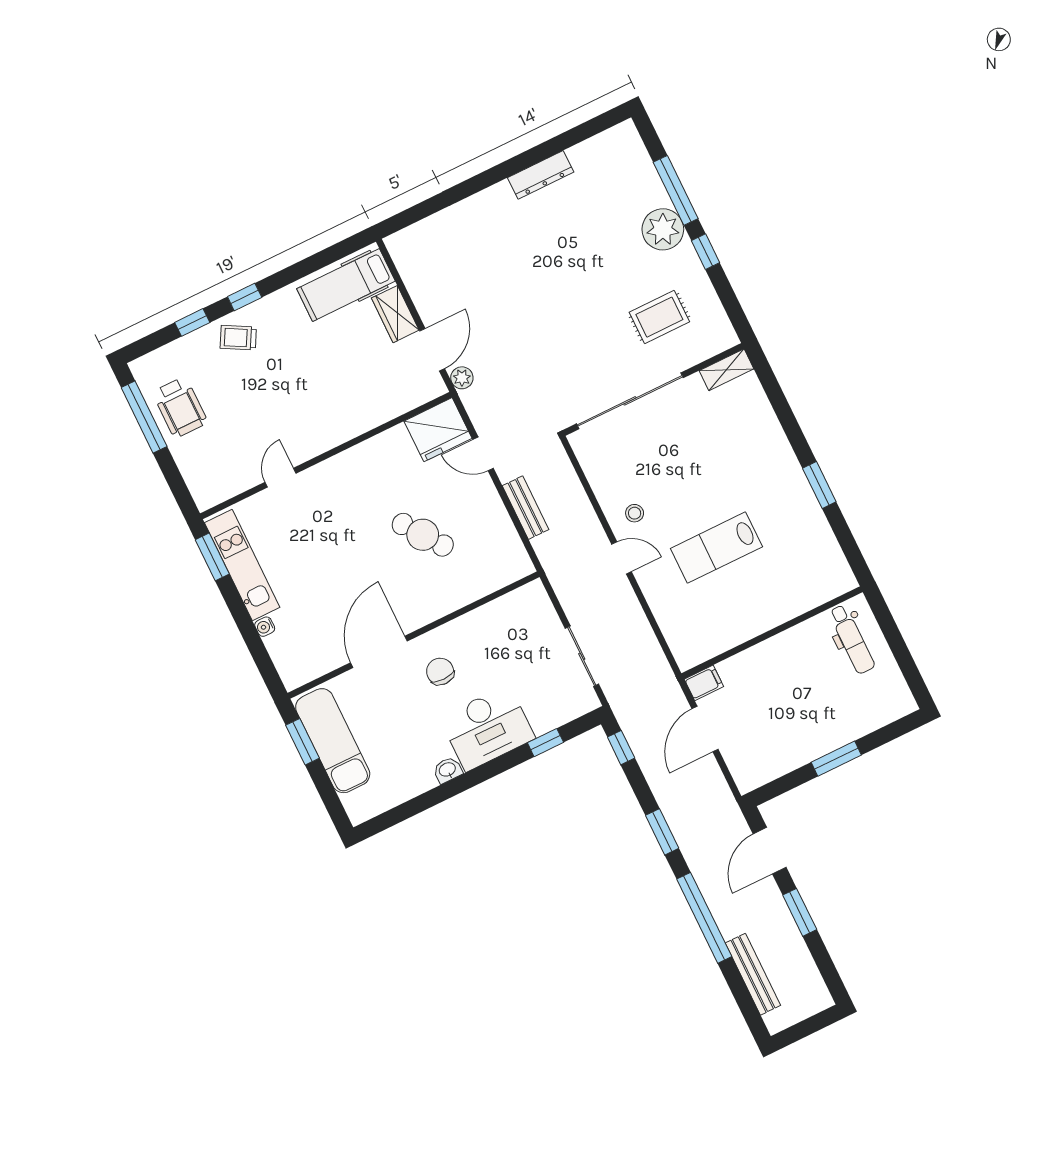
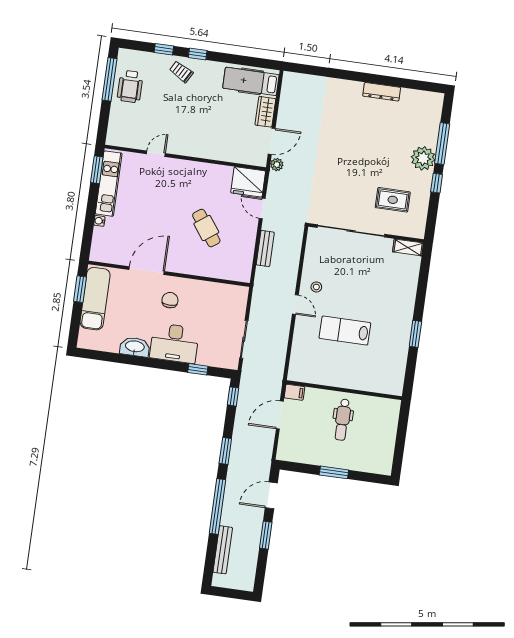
dental chair: (852, 639) -> (343, 420), moved
washbasin: (448, 770) -> (135, 347), width x1.91, depth x1.45

